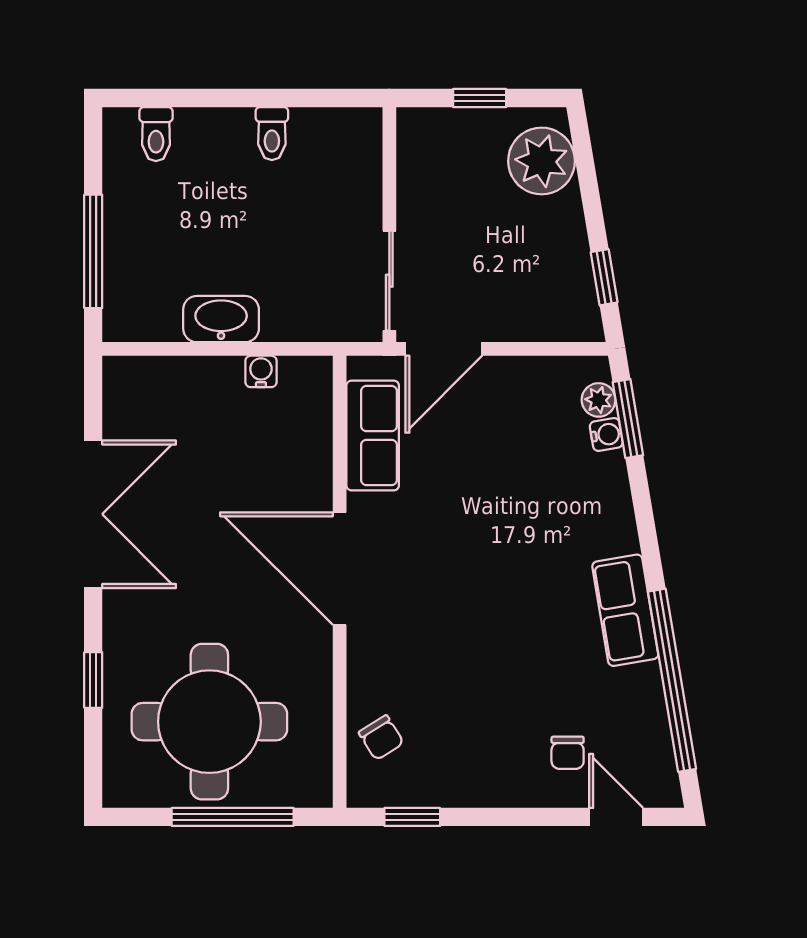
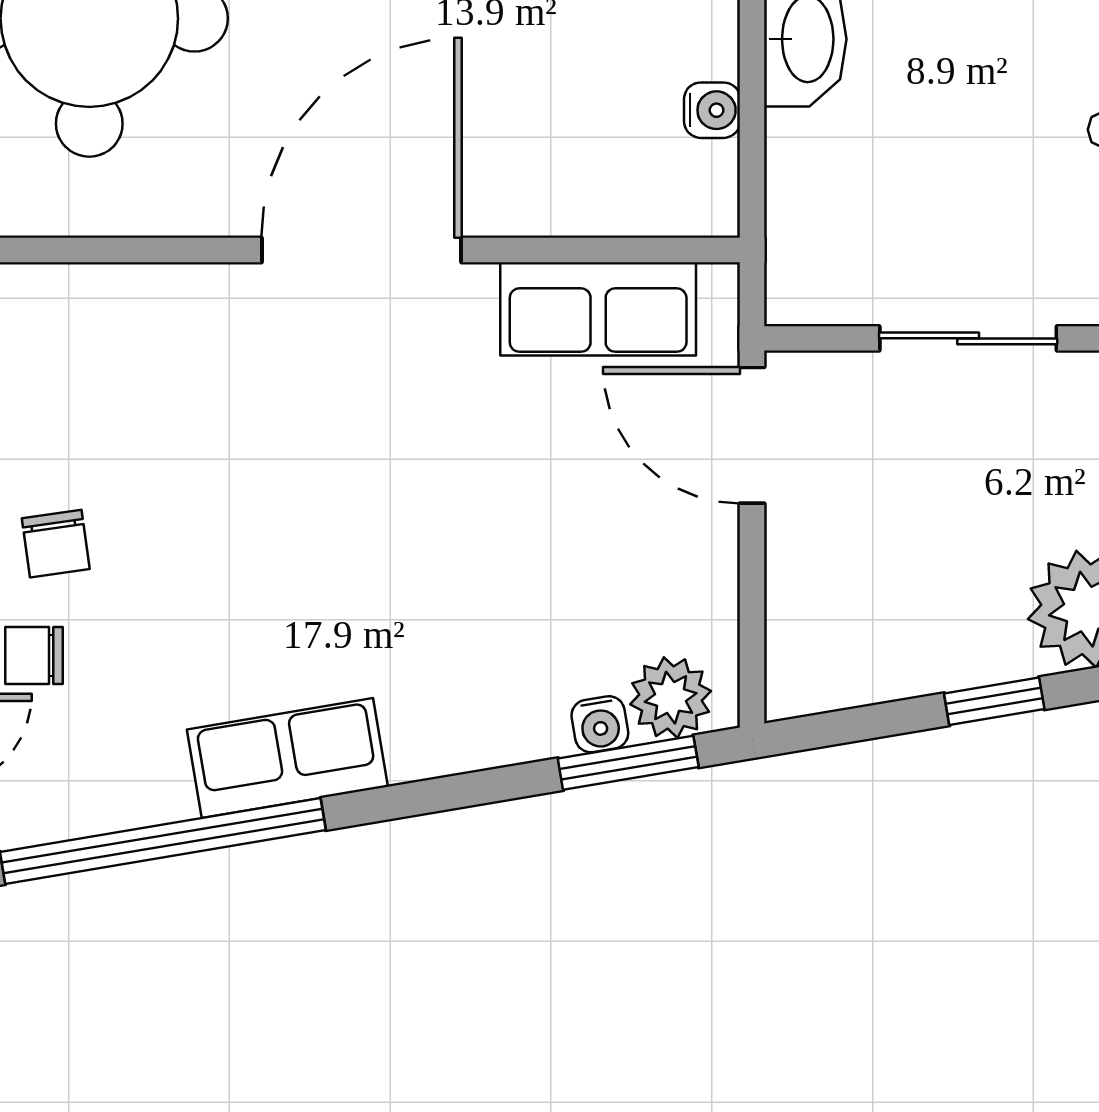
window: (604, 277) -> (994, 701), moved
sliding door: (389, 281) -> (968, 338), moved
plant: (599, 400) -> (671, 698), width x1.38, depth x1.38
chair: (381, 738) -> (56, 544), moved, turned -66

